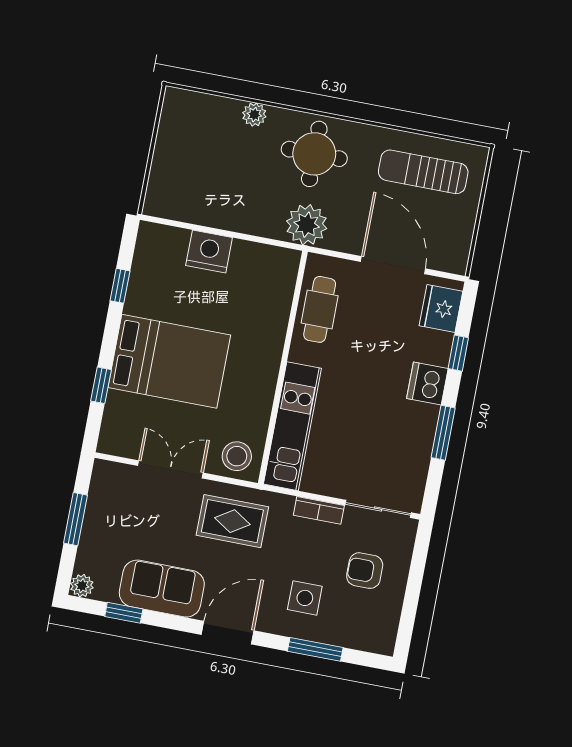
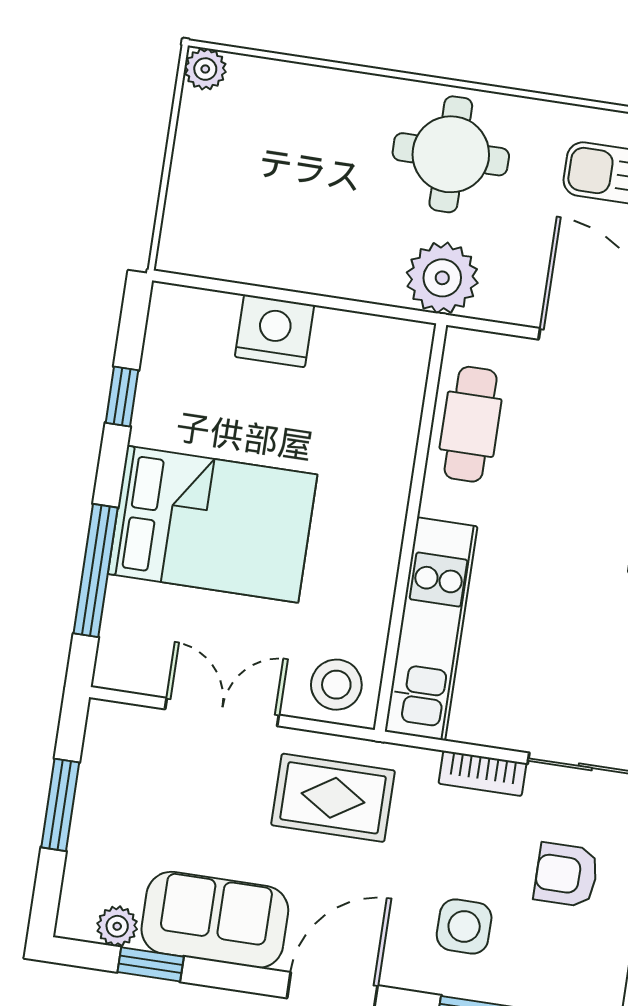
plant: (254, 115) -> (205, 69), moved
window: (101, 385) -> (96, 571), width x2.17
plant: (82, 586) -> (117, 926), moved

